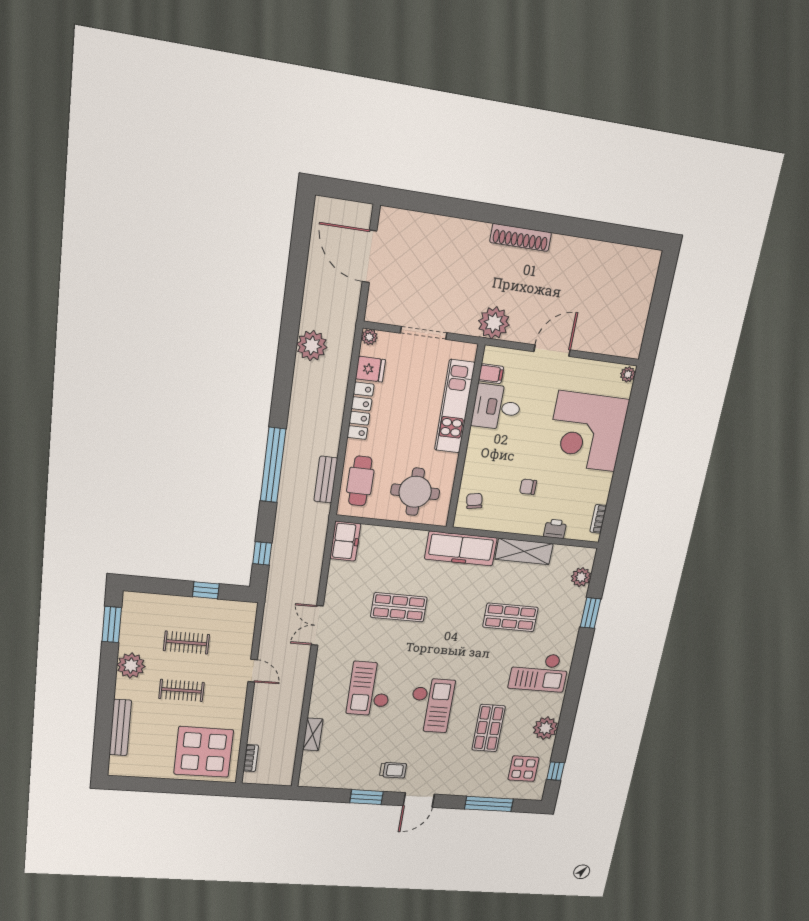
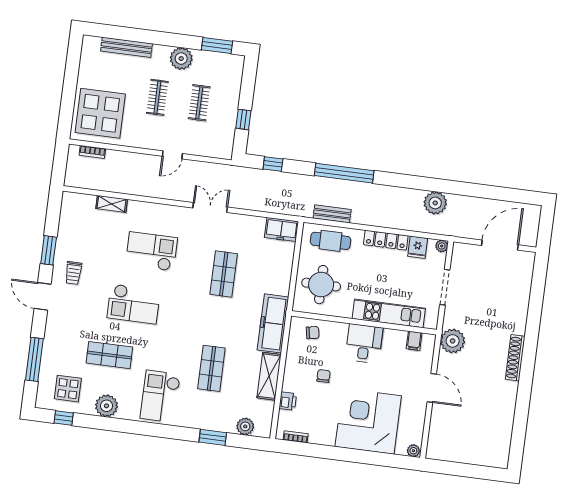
desk: (497, 407) -> (364, 344), moved

